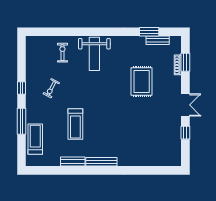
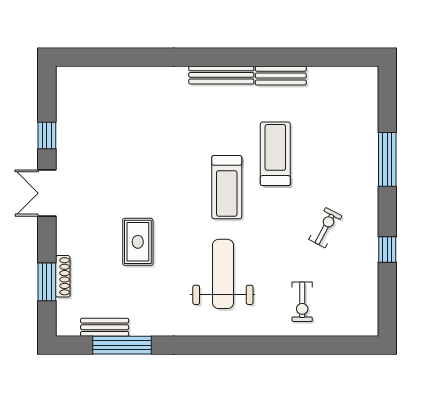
window: (149, 32) -> (122, 345), width x1.44
weight bench: (94, 54) -> (223, 274), moved
rug: (142, 81) -> (138, 242), width x0.73, depth x0.70
window: (21, 88) -> (387, 249), moved
treadmill: (35, 139) -> (227, 187), moved

